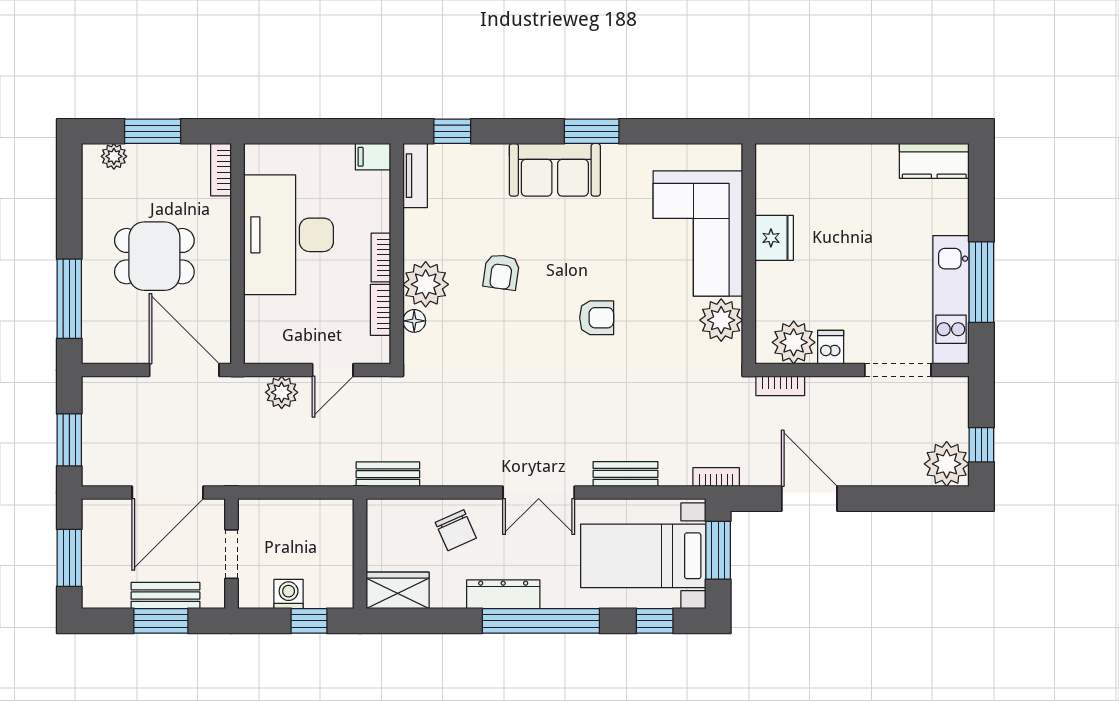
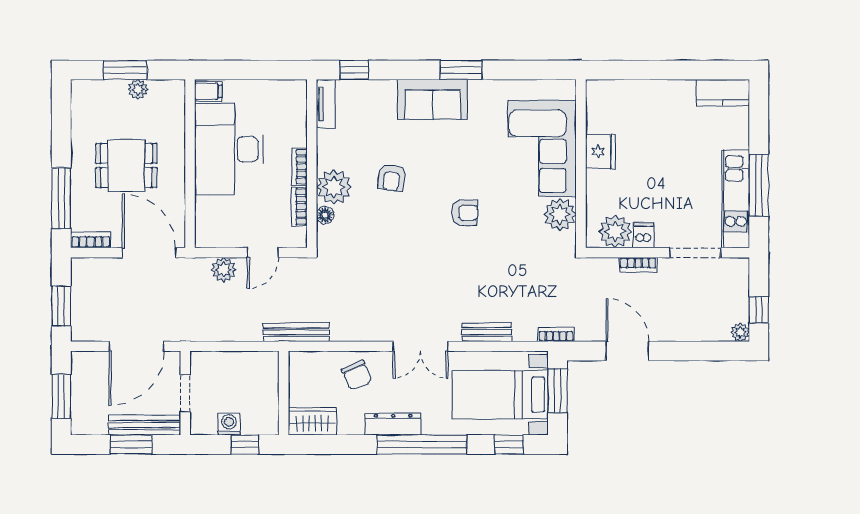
plant: (114, 156) -> (138, 89), moved
filing cabinet: (373, 157) -> (208, 91), moved, turned 180
bookcase: (221, 170) -> (91, 240), moved, turned 90
bookcase: (780, 386) -> (638, 265), moved
plant: (947, 464) -> (740, 332), width x0.53, depth x0.53
bench: (388, 474) -> (296, 332), width x1.36
bench: (165, 596) -> (144, 425), width x1.36

